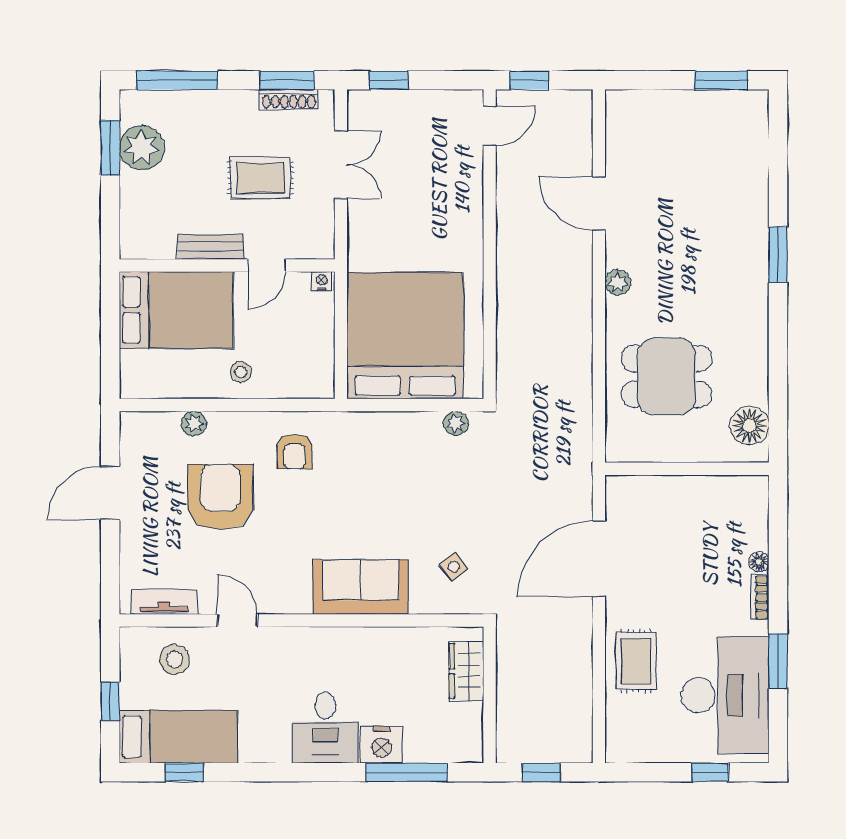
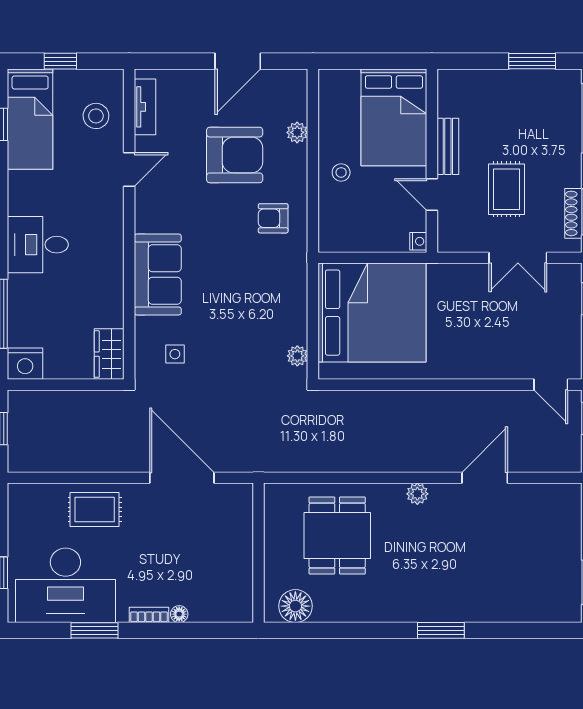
plant: (142, 148) -> (532, 88), removed
door: (110, 493) -> (238, 61), swing flipped
side table: (454, 567) -> (175, 354), turned 38
wardrobe: (466, 671) -> (109, 354), moved, turned -90
nightstand: (382, 745) -> (25, 364), moved, turned -90

